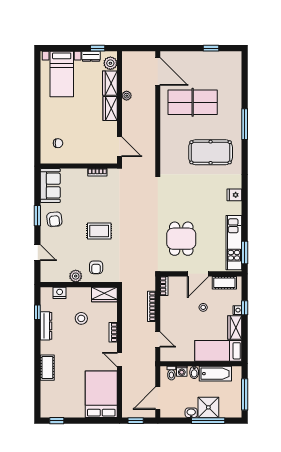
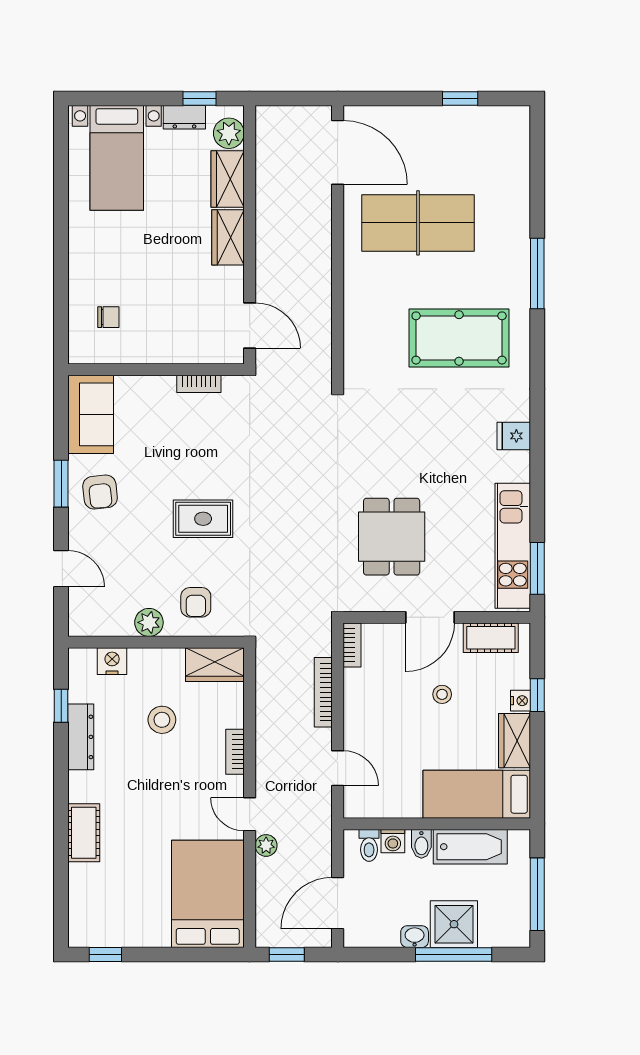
plant: (127, 96) -> (266, 845), moved

